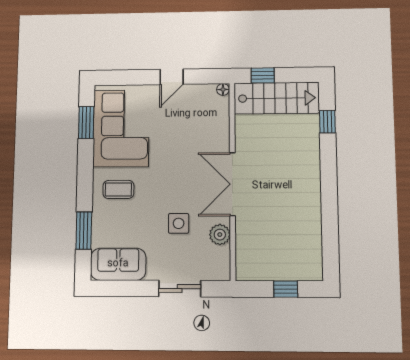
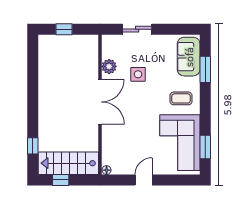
window: (263, 75) -> (61, 180), moved
sofa: (118, 264) -> (189, 57), moved, turned 90

